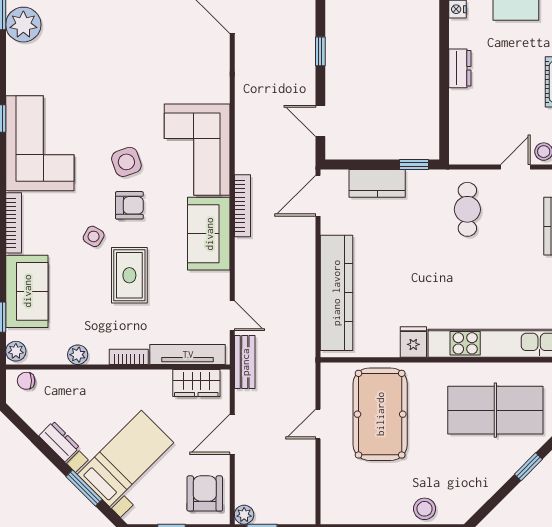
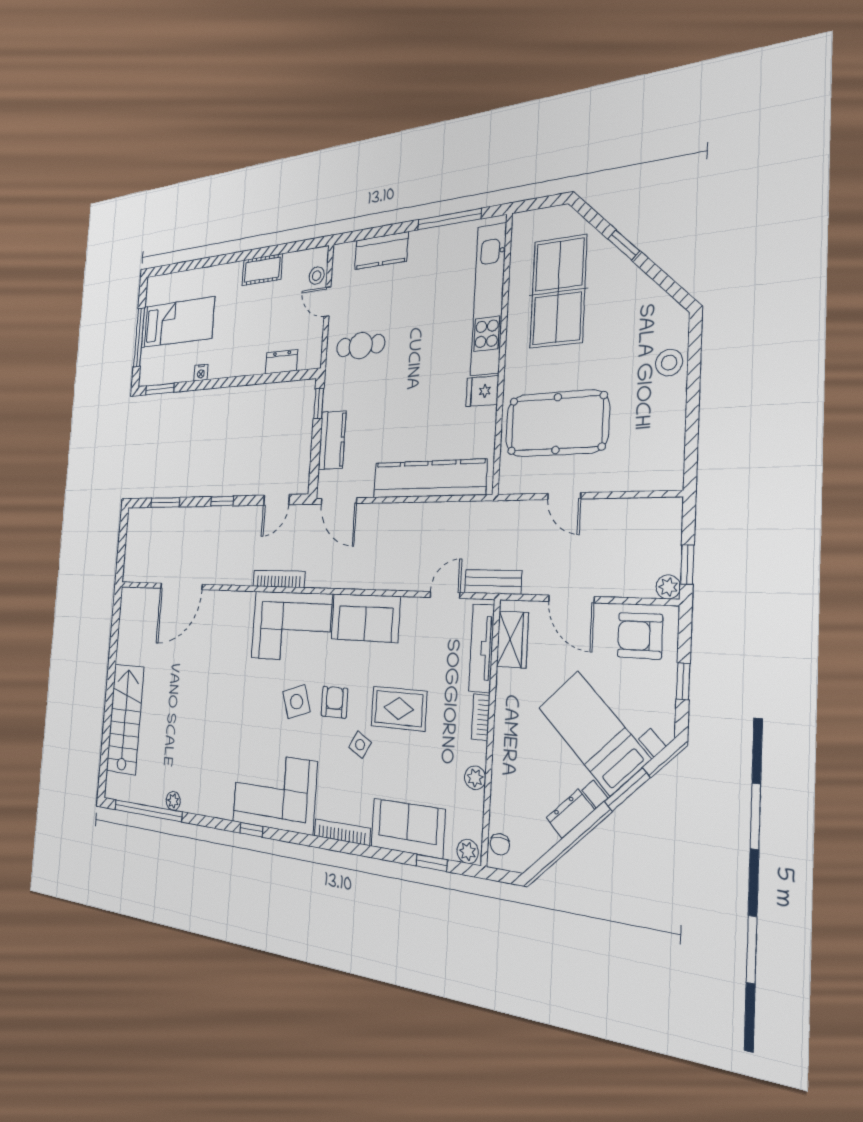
plant: (23, 25) -> (173, 801), width x0.53, depth x0.53
dresser: (460, 68) -> (281, 362), moved
bookcase: (242, 206) -> (279, 579), moved

